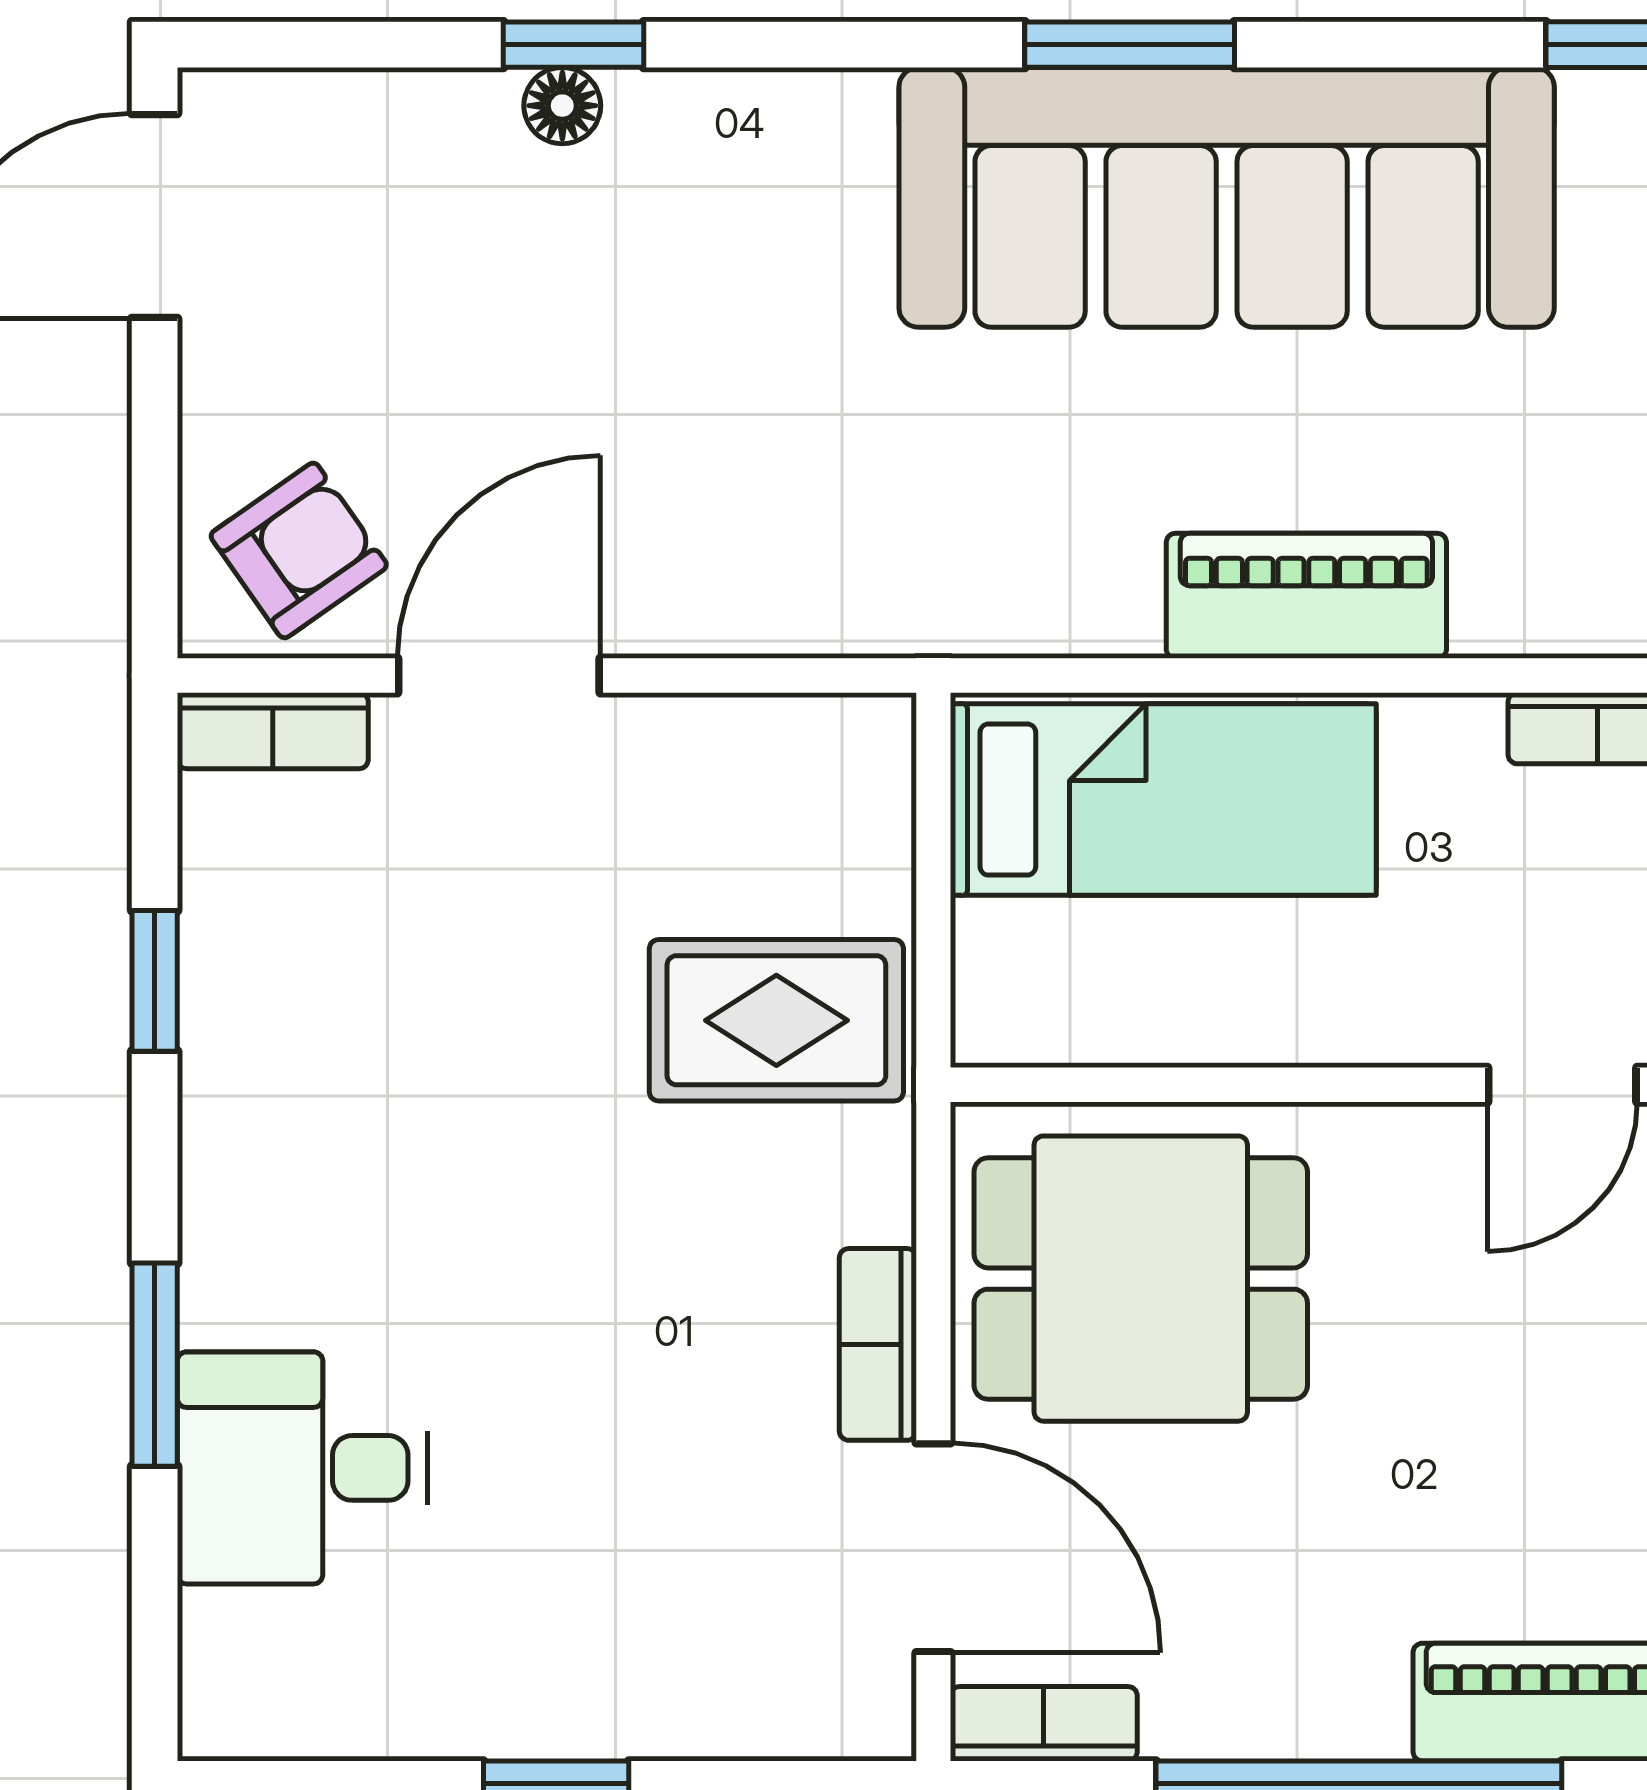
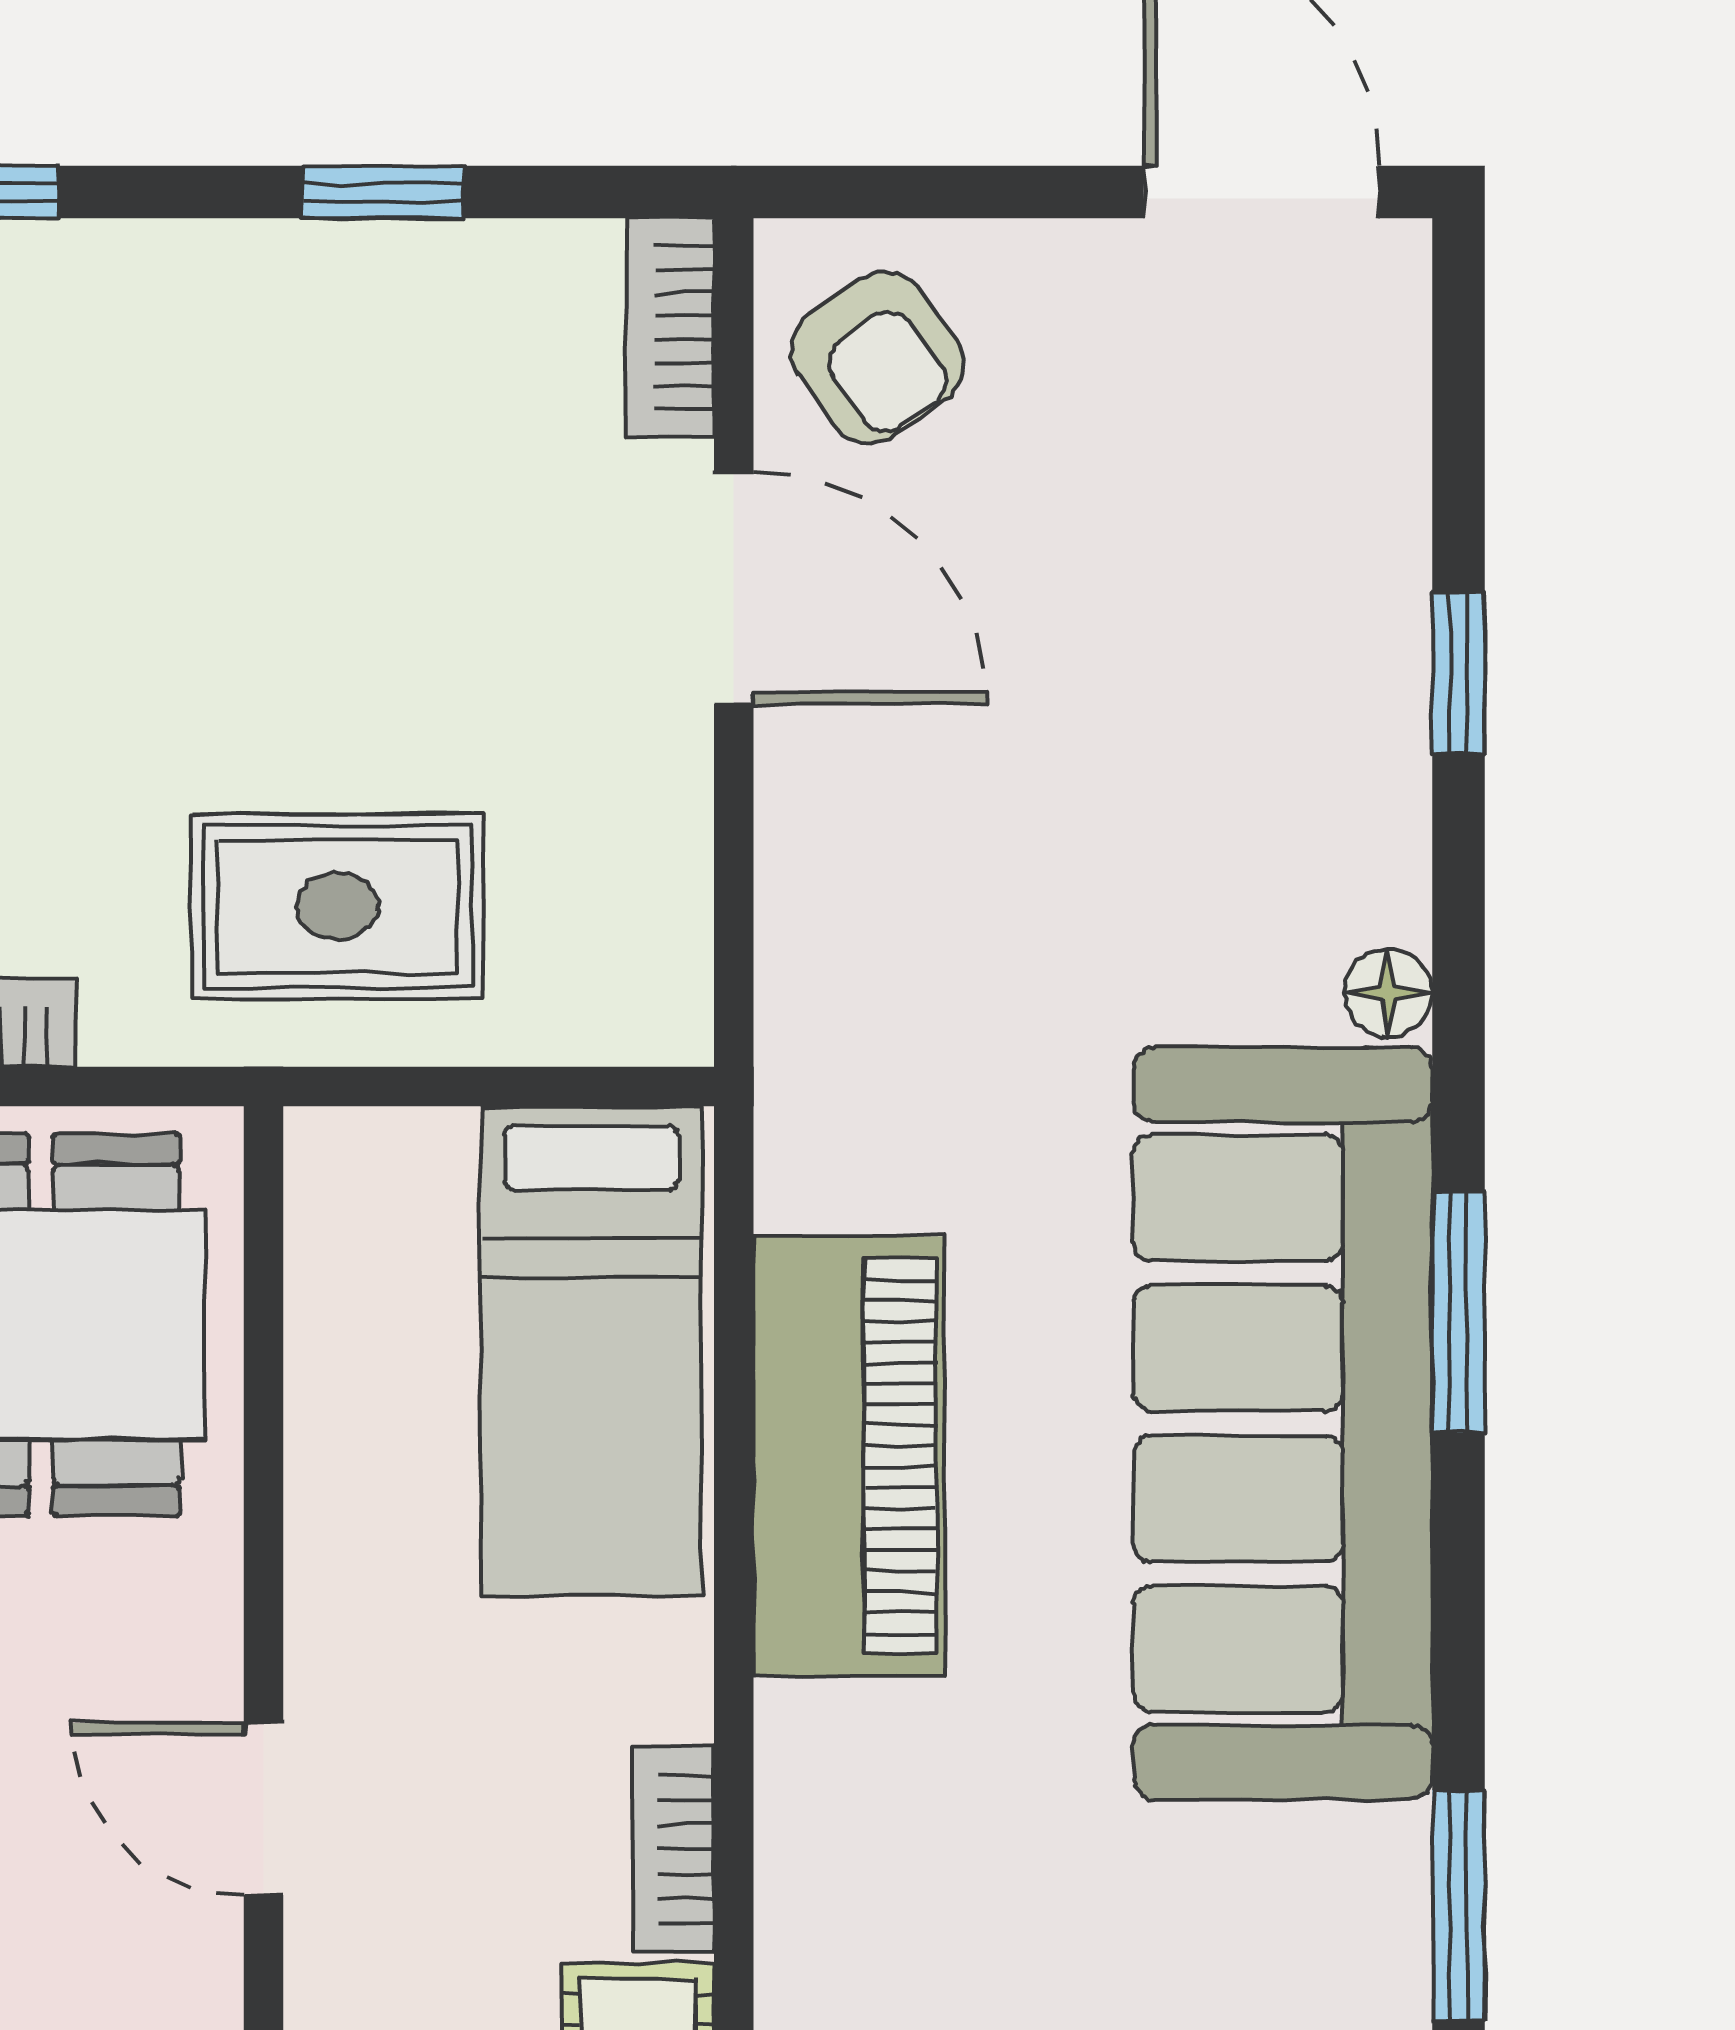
floor lamp: (562, 106) -> (1388, 993), moved
piano: (1306, 596) -> (849, 1456), width x1.37, depth x1.33
rug: (776, 1020) -> (338, 906), turned 90

